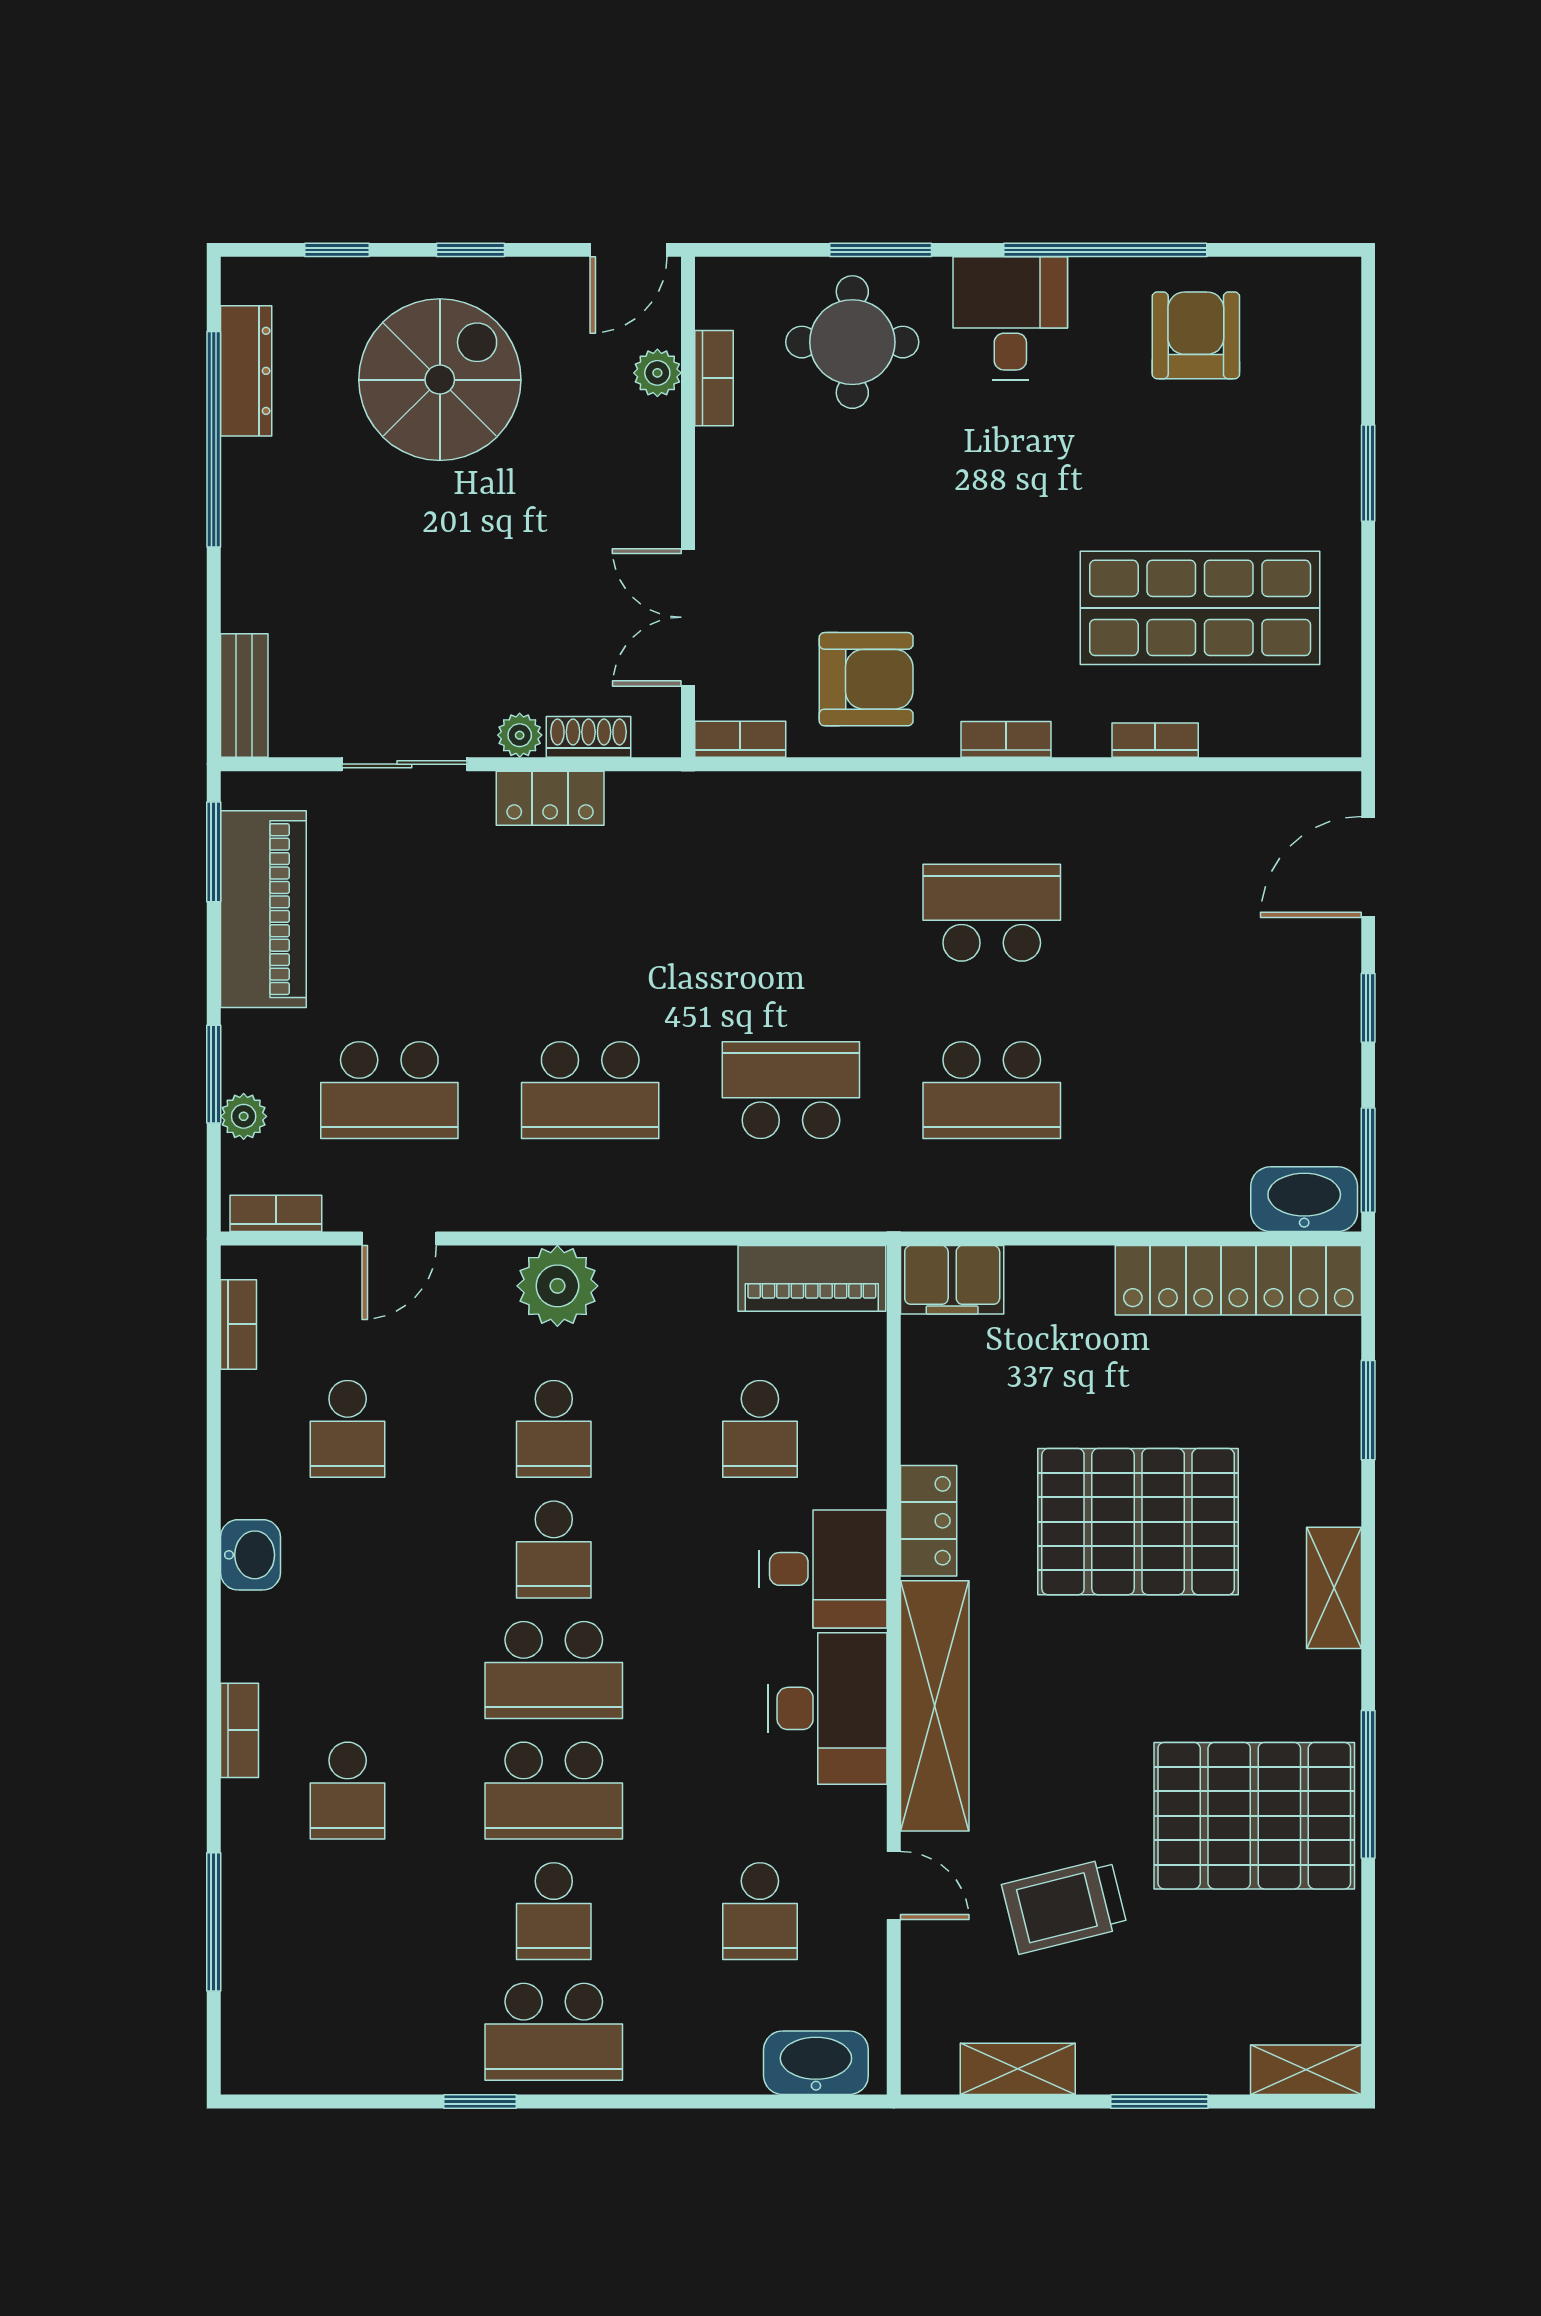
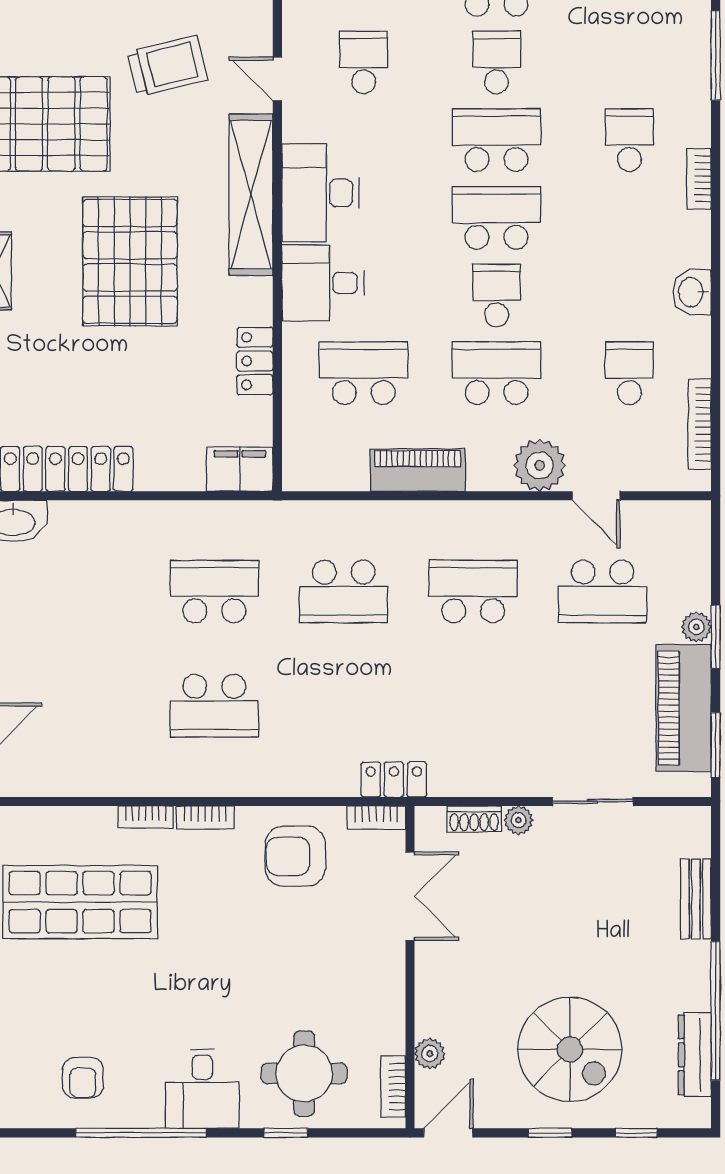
window: (881, 250) -> (286, 1133), width x0.67
armchair: (1196, 335) -> (83, 1078), width x0.72, depth x0.72
bookcase: (714, 378) -> (393, 1087), moved
spiral stairs: (440, 380) -> (570, 1049), turned -90
bench: (244, 695) -> (696, 899), moved
bookcase: (1155, 740) -> (145, 817), moved
locker: (550, 798) -> (394, 780), moved
window: (214, 1074) -> (716, 637), moved
school desk: (389, 1090) -> (602, 591), turned 180
plant: (244, 1116) -> (696, 627), moved
bookcase: (276, 1213) -> (676, 512), removed
door: (399, 1239) -> (596, 496), swing flipped
piano: (812, 1278) -> (418, 470), moved
plant: (557, 1286) -> (540, 465), moved
bookcase: (239, 1324) -> (700, 424), width x1.56
school desk: (554, 1429) -> (497, 373), width x1.85
school desk: (760, 1429) -> (364, 373), width x1.85
locker: (929, 1521) -> (255, 361), moved
pallet: (1138, 1522) -> (130, 261), moved, turned 90

